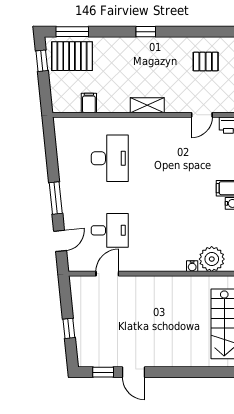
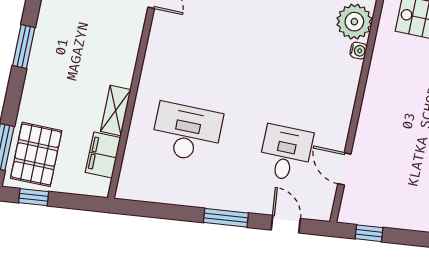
window: (146, 32) -> (24, 46), width x1.50
filing cabinet: (89, 103) -> (103, 155), width x2.00
shelving: (147, 105) -> (116, 110), moved
window: (69, 328) -> (369, 233), moved

